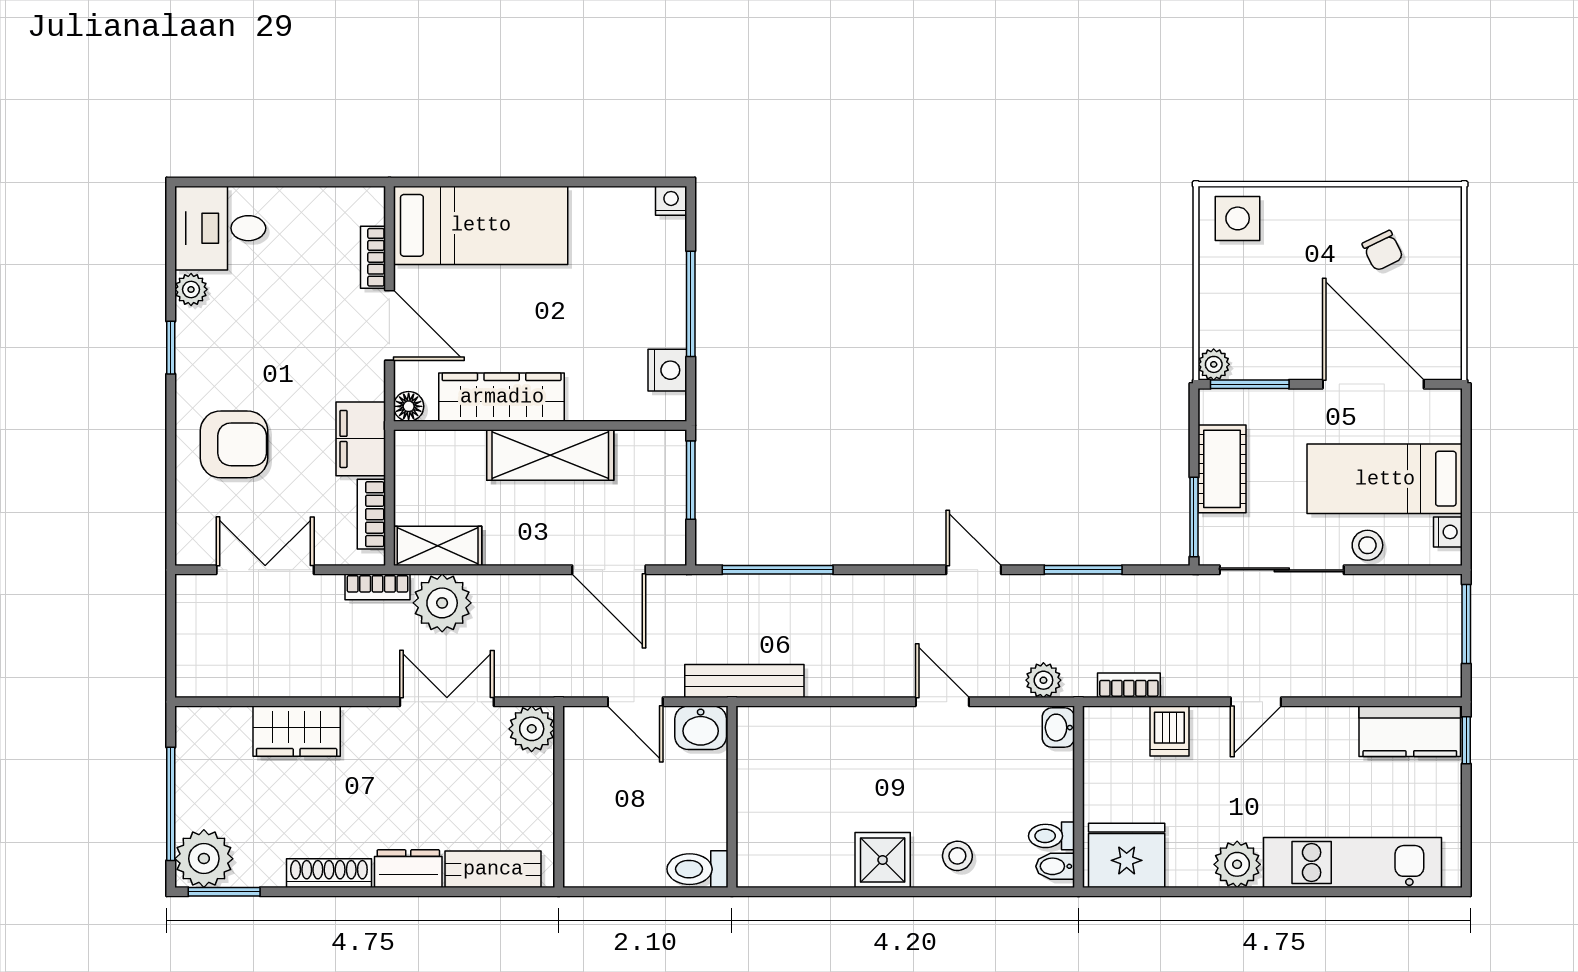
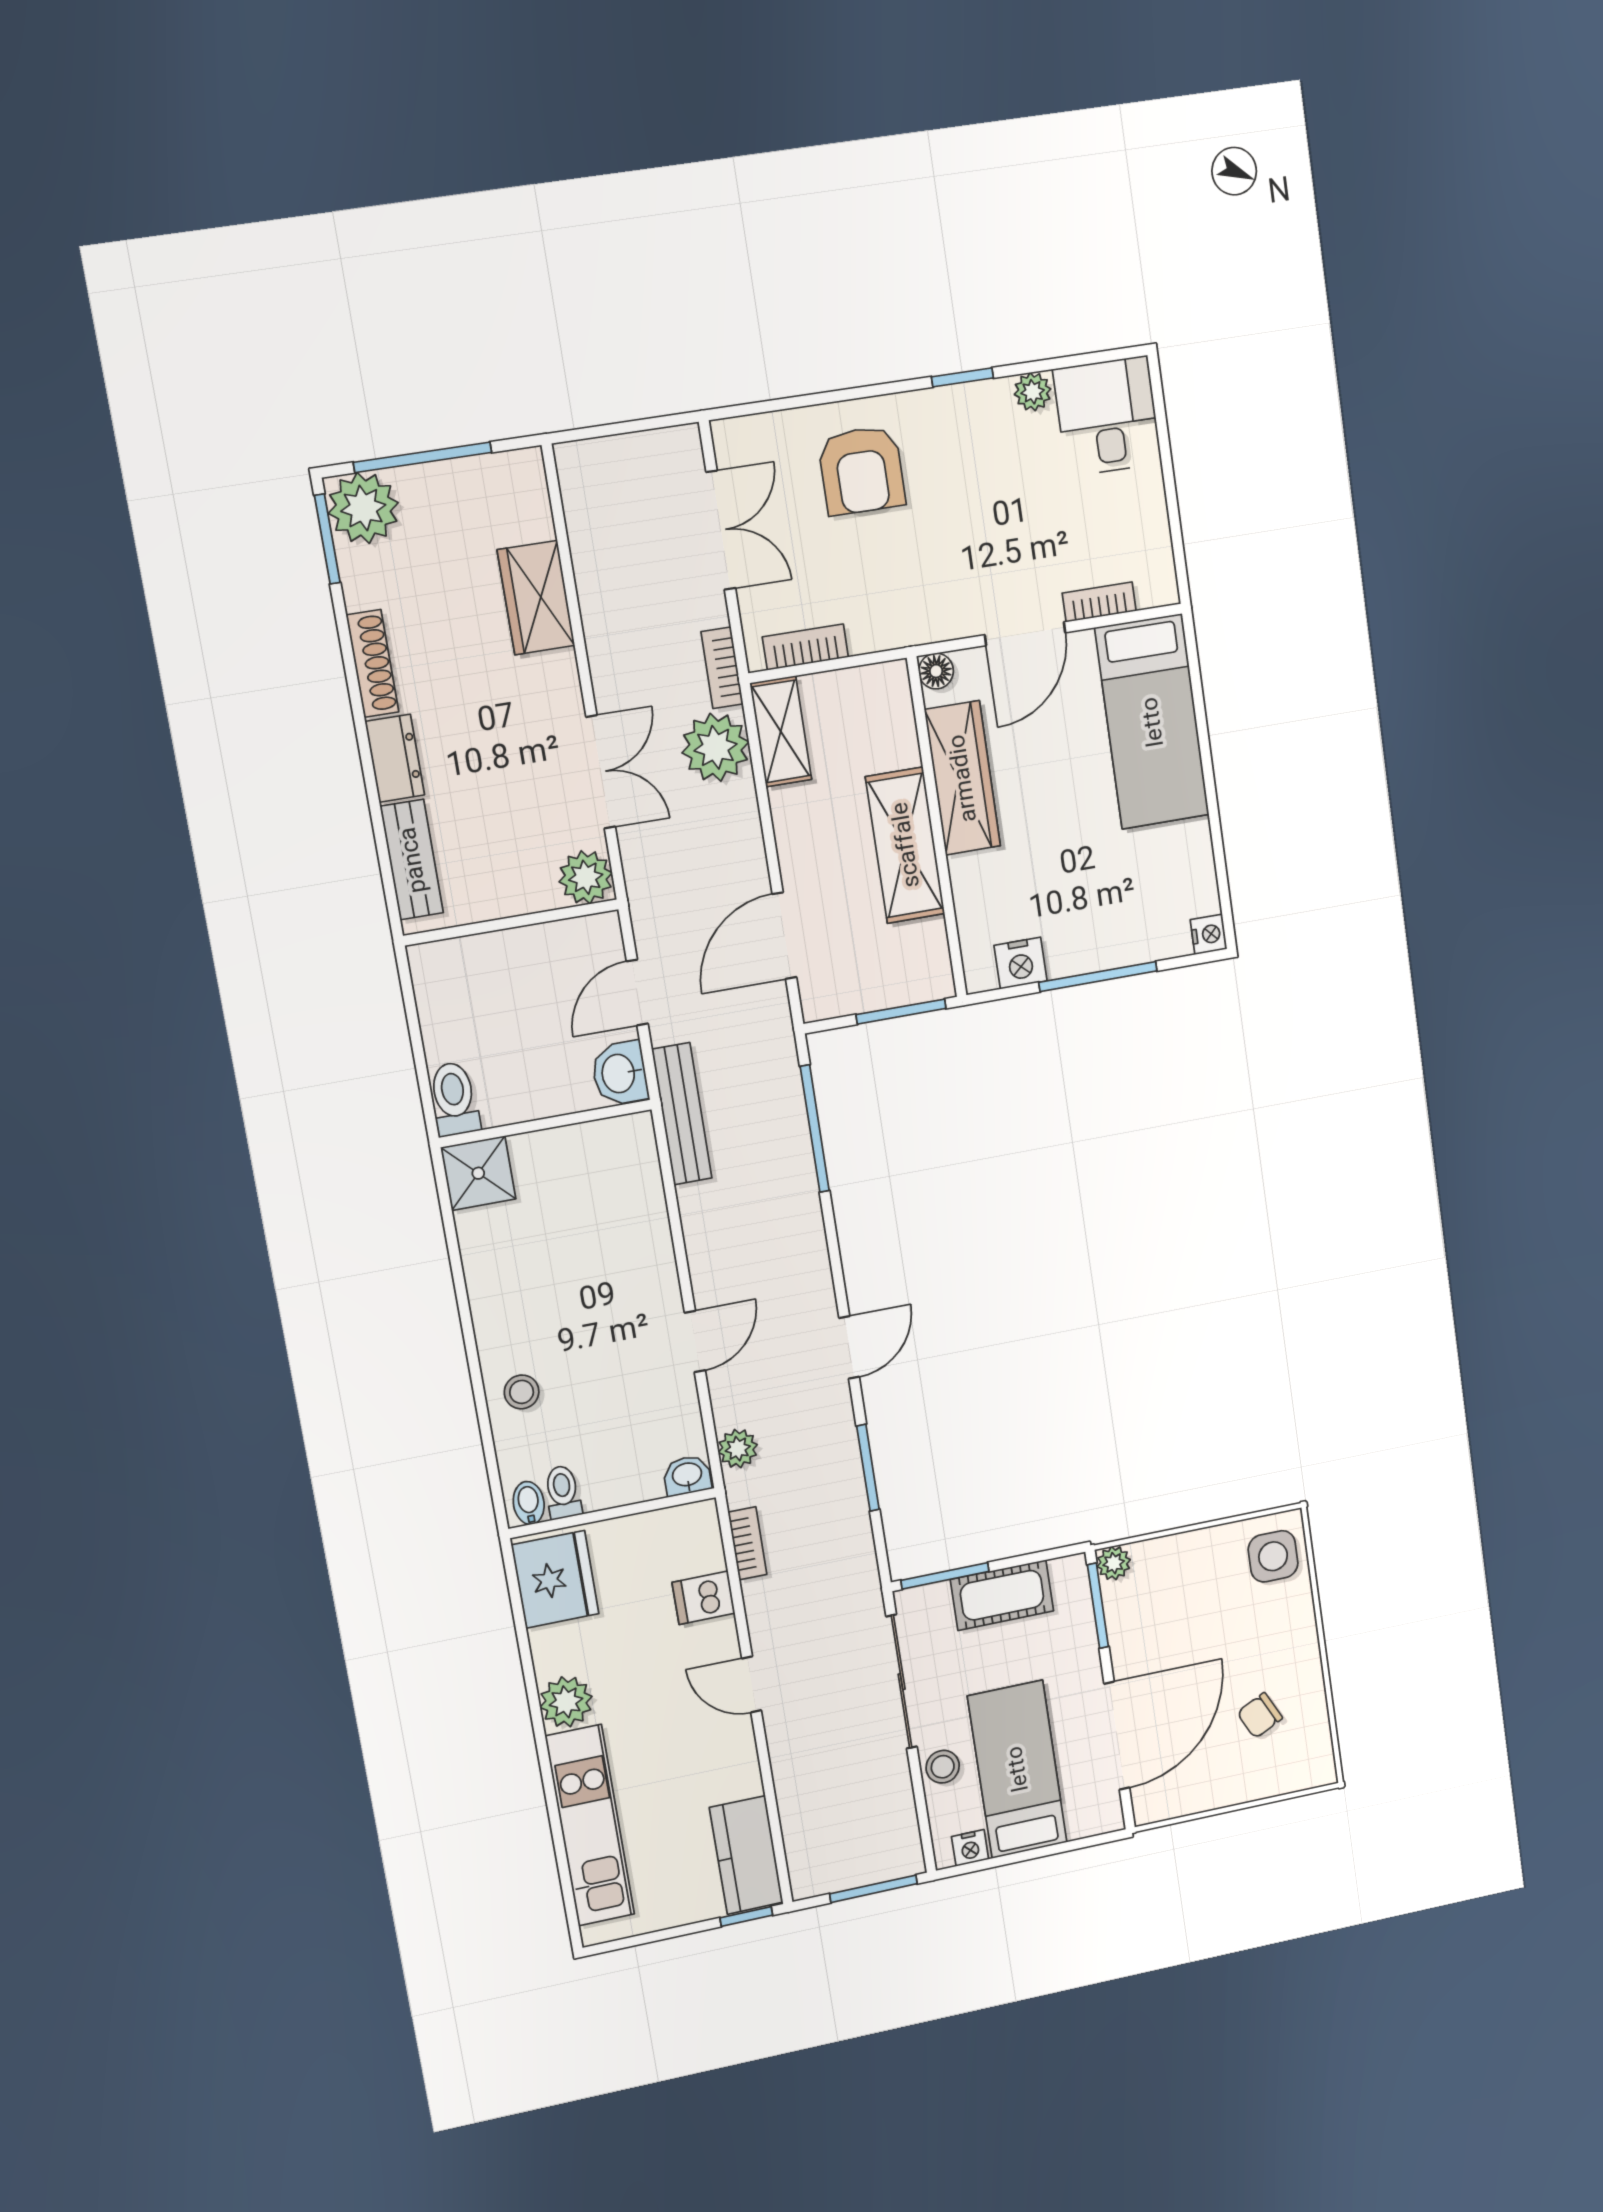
filing cabinet: (361, 439) -> (890, 621), removed
shower: (883, 860) -> (478, 1173), moved

